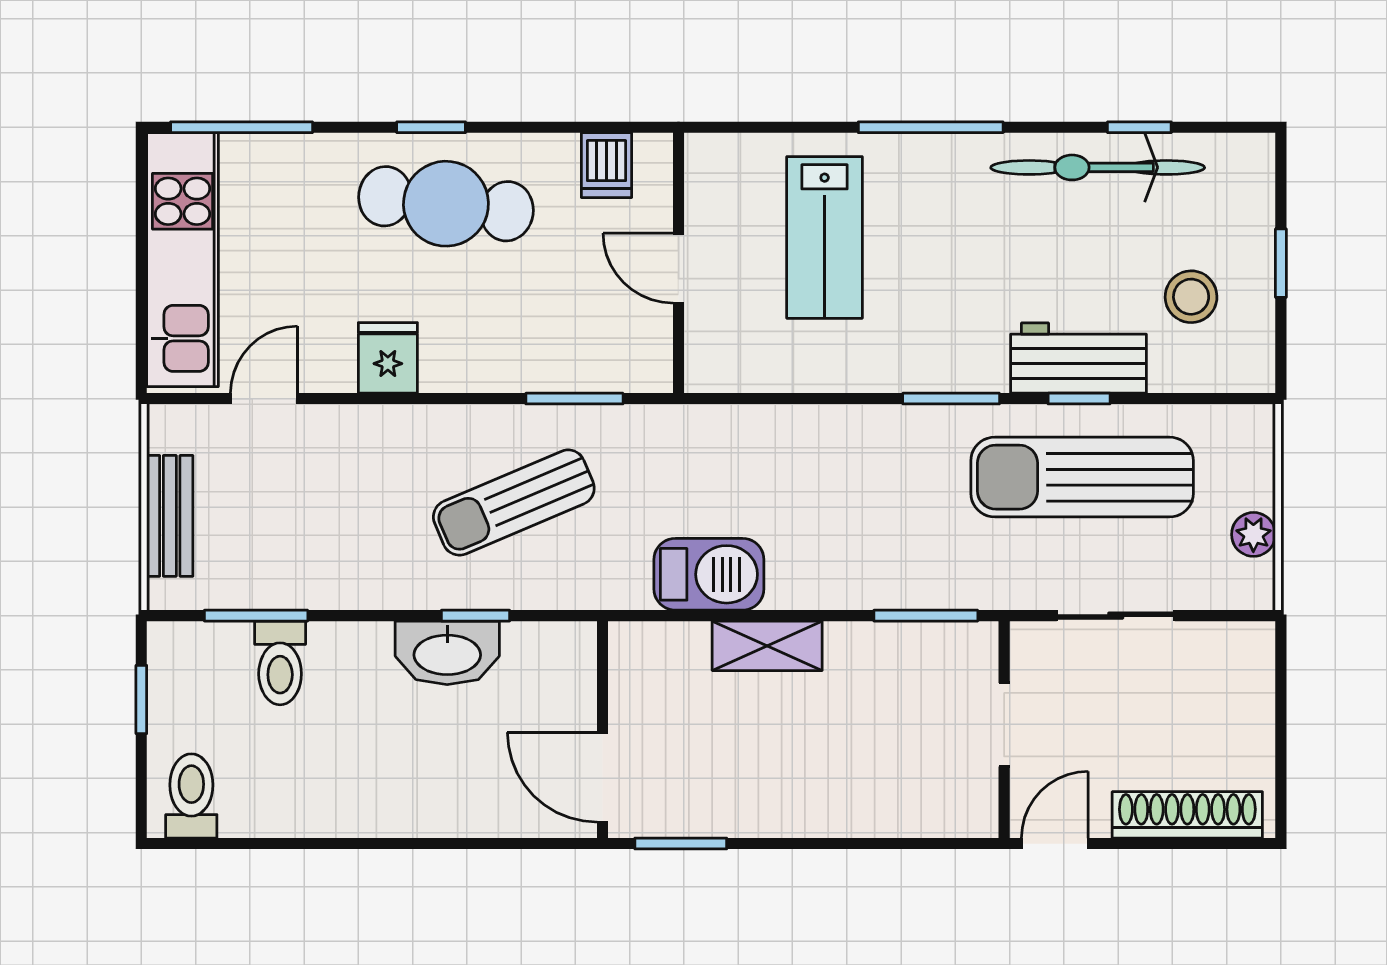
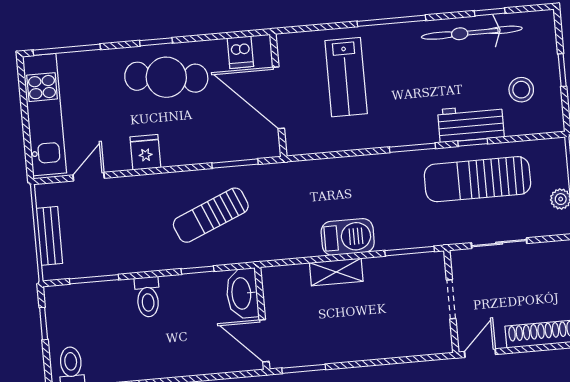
door: (679, 268) -> (279, 98), width x1.88
barbecue: (709, 574) -> (348, 237), moved
washbasin: (447, 653) -> (242, 293), moved, turned 90
toilet: (280, 663) -> (148, 297), moved

